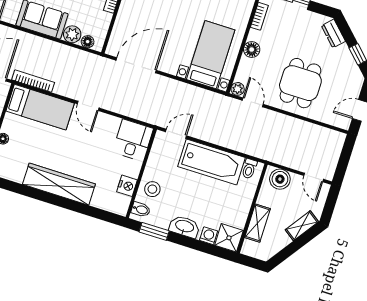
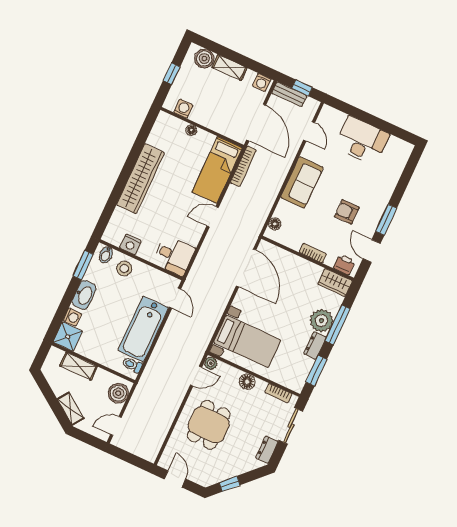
dresser: (333, 33) -> (267, 450), moved, turned -45
plant: (72, 34) -> (284, 210), removed
dining table: (300, 83) -> (209, 425), turned 90

